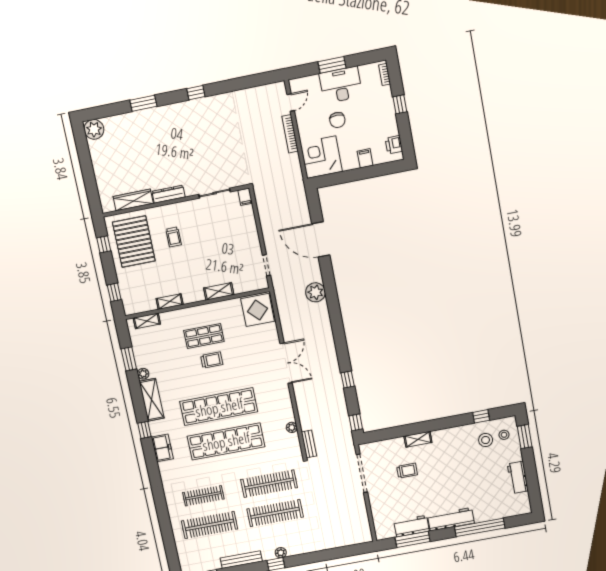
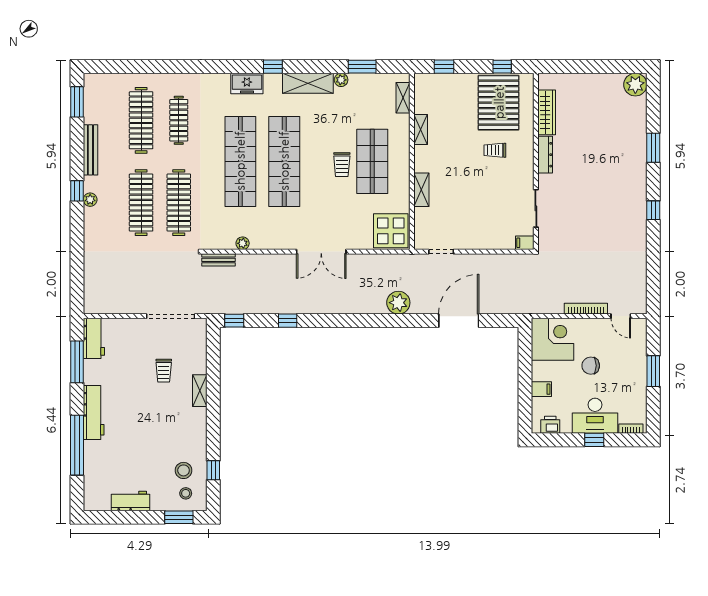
desk: (341, 85) -> (595, 416), moved, turned 90
pallet: (134, 242) -> (499, 103), turned 90
shop shelf: (204, 336) -> (372, 161), width x1.43, depth x1.36
workbench: (412, 526) -> (94, 338), moved

